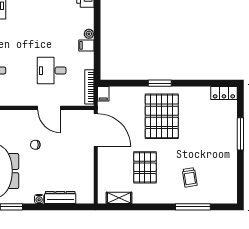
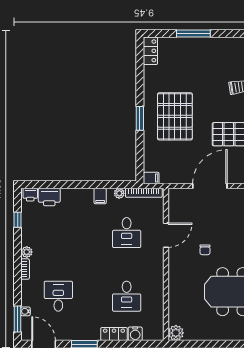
plant: (89, 34) -> (119, 193), moved
pallet: (162, 116) -> (175, 116), turned 90
door: (96, 130) -> (210, 186), moved

